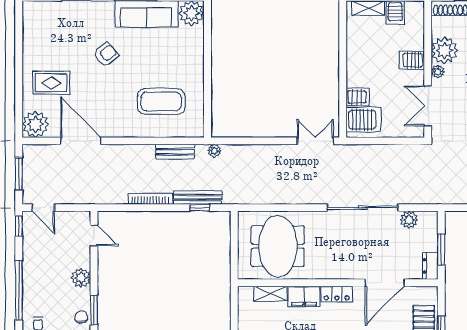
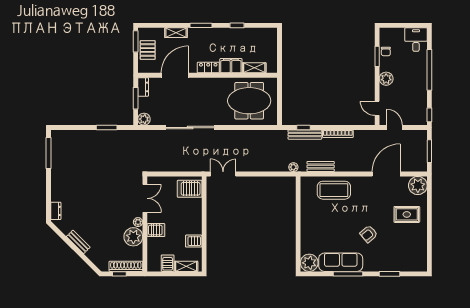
server rack: (358, 97) -> (194, 241), moved
coffee table: (161, 102) -> (334, 190), moved
door: (81, 141) -> (386, 174), swing flipped
double door: (315, 141) -> (223, 174), swing flipped
door: (43, 208) -> (395, 128), moved
plant: (409, 220) -> (144, 119), moved
meeting table: (278, 246) -> (249, 101), turned 90

